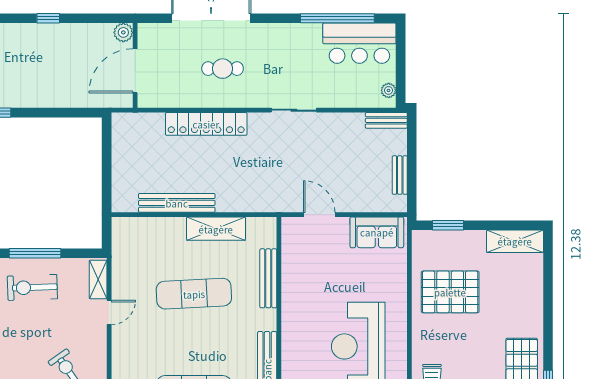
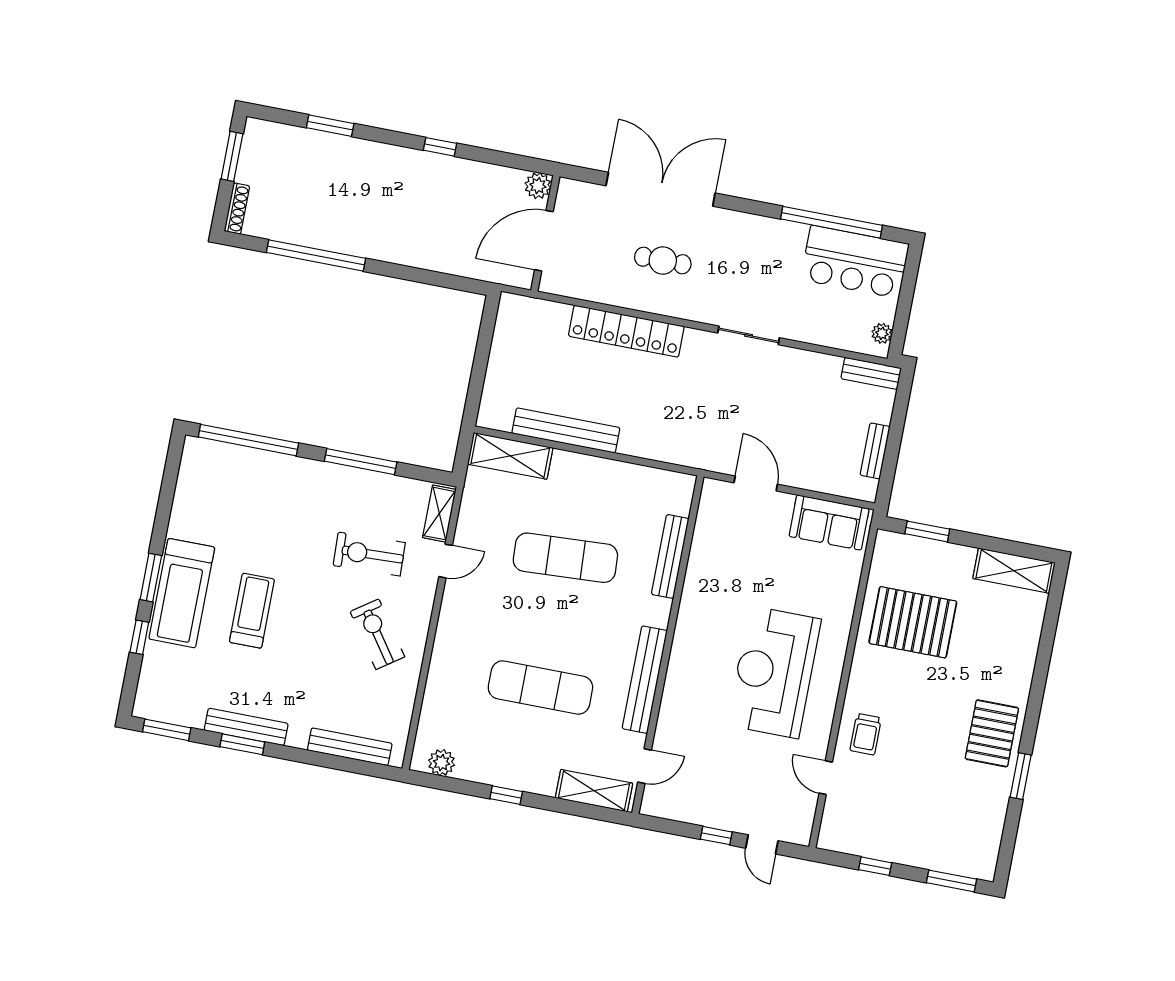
shelving: (216, 229) -> (510, 456), moved
exercise bike: (32, 287) -> (369, 554), moved

